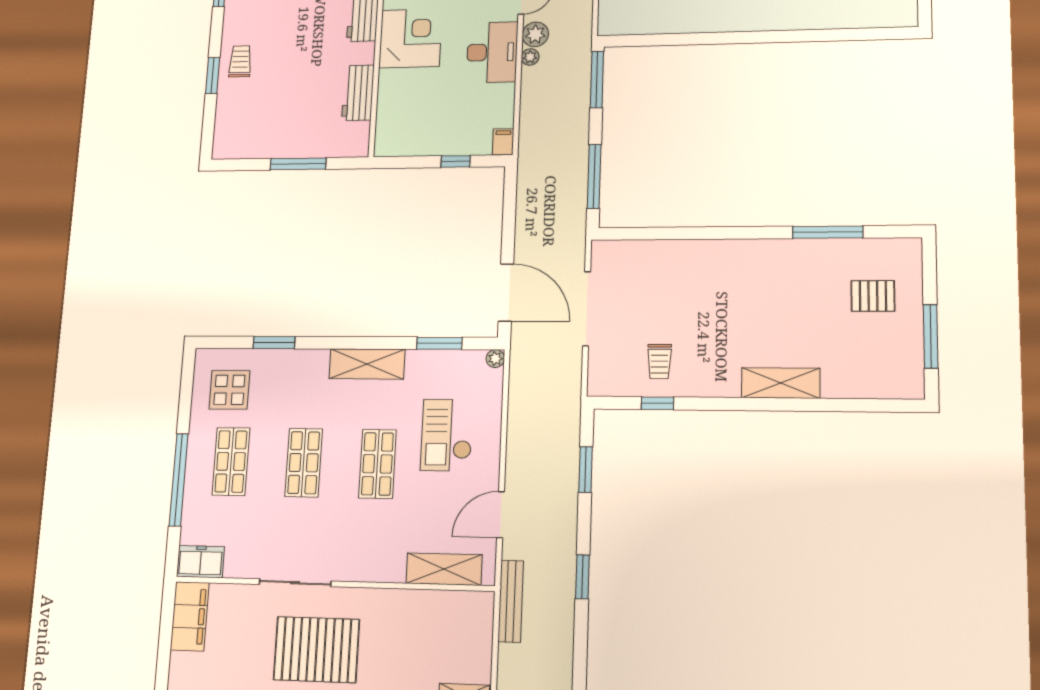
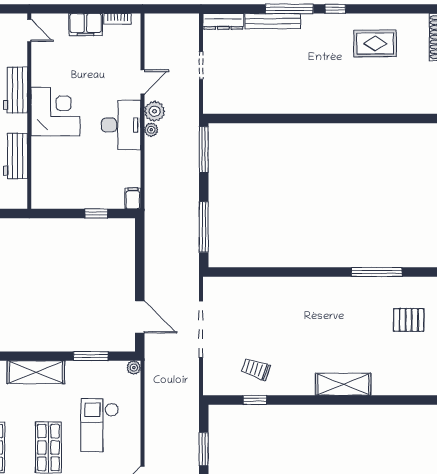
door: (506, 292) -> (140, 317), width x0.73
trolley: (659, 362) -> (256, 369), turned 109

